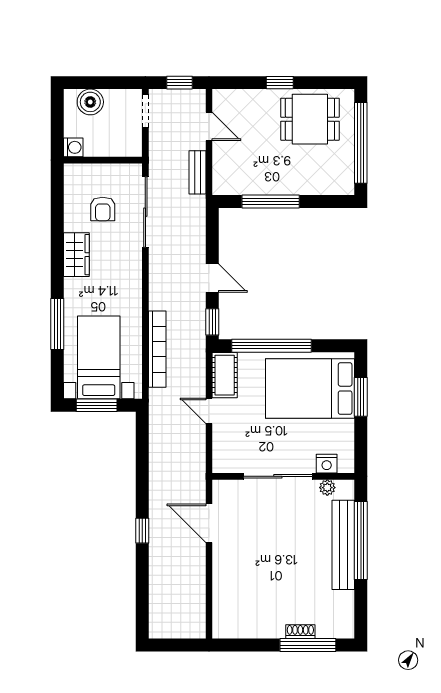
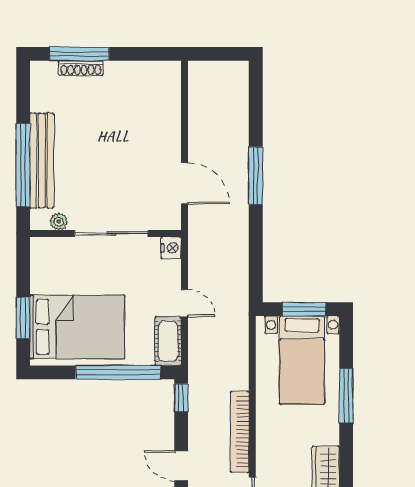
door: (212, 278) -> (181, 466), moved
bookcase: (157, 349) -> (240, 432), moved
nightstand: (327, 464) -> (171, 248), moved, turned 90
window: (142, 531) -> (256, 176), width x2.17
shoe rack: (300, 632) -> (81, 68), width x1.43

